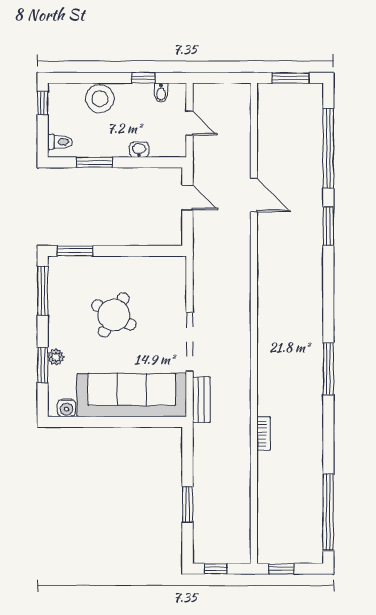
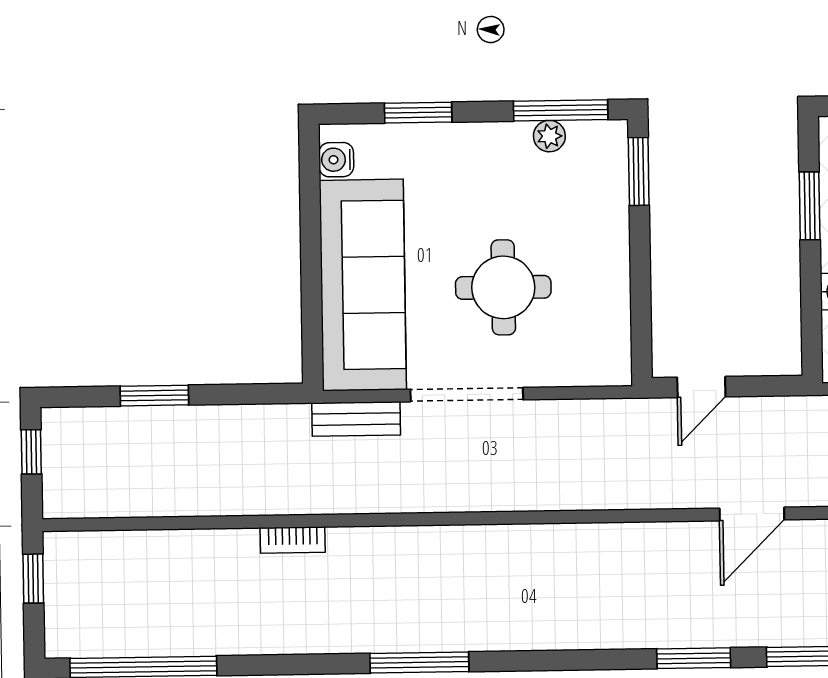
door: (187, 197) -> (701, 387), moved
round table: (114, 315) -> (503, 287), moved, turned -30
plant: (56, 357) -> (549, 136), moved

